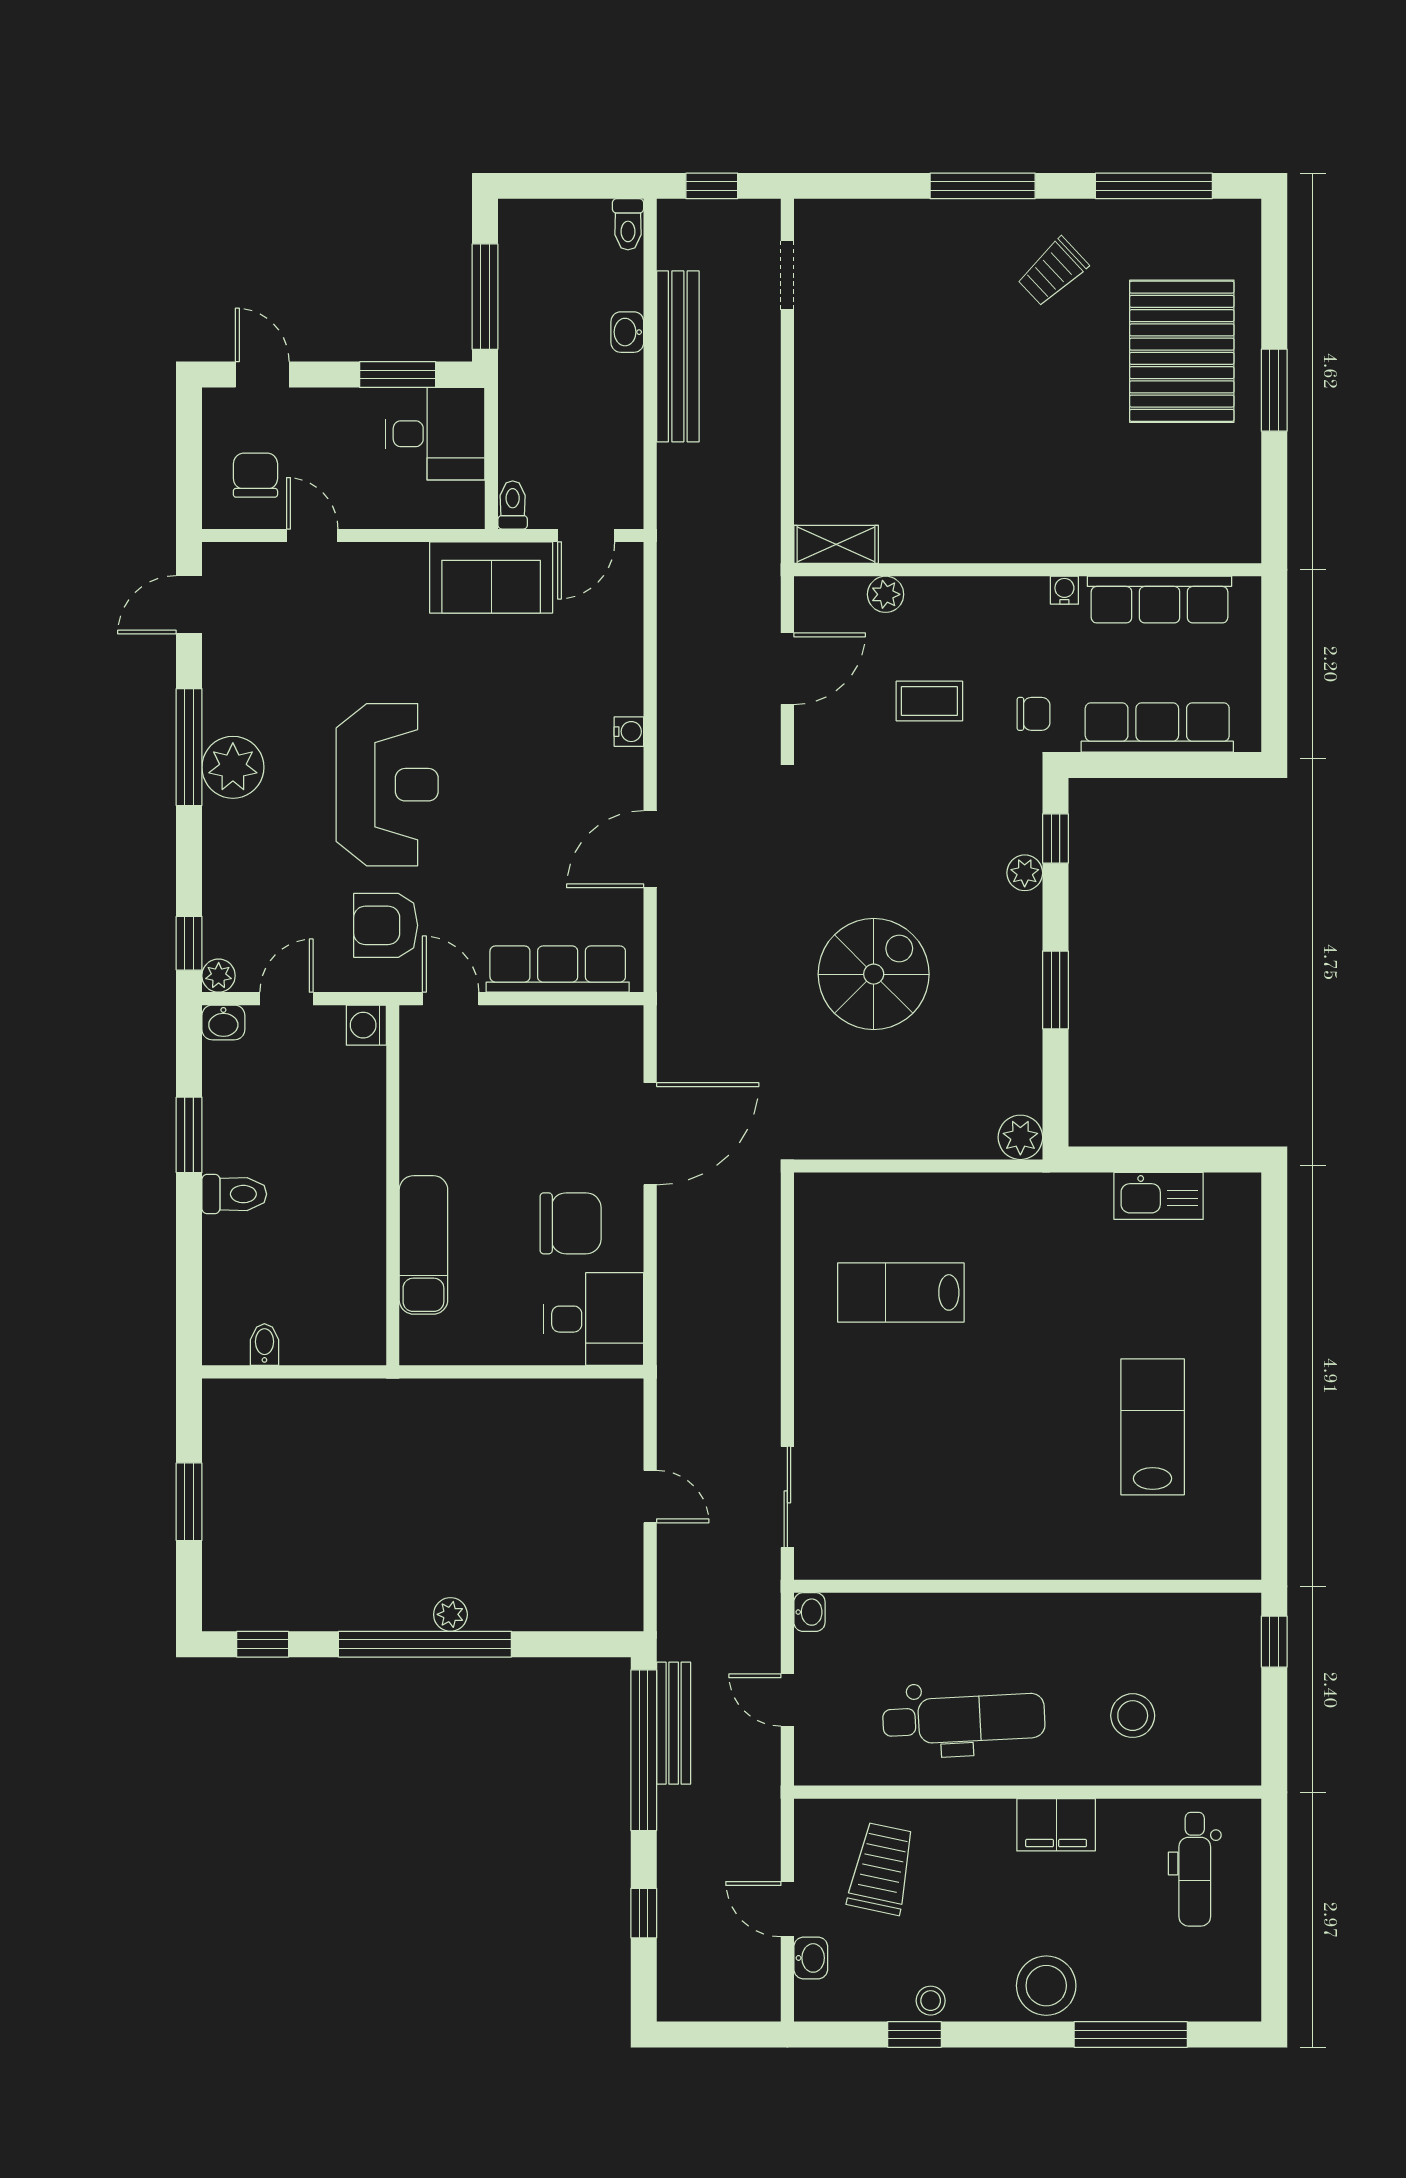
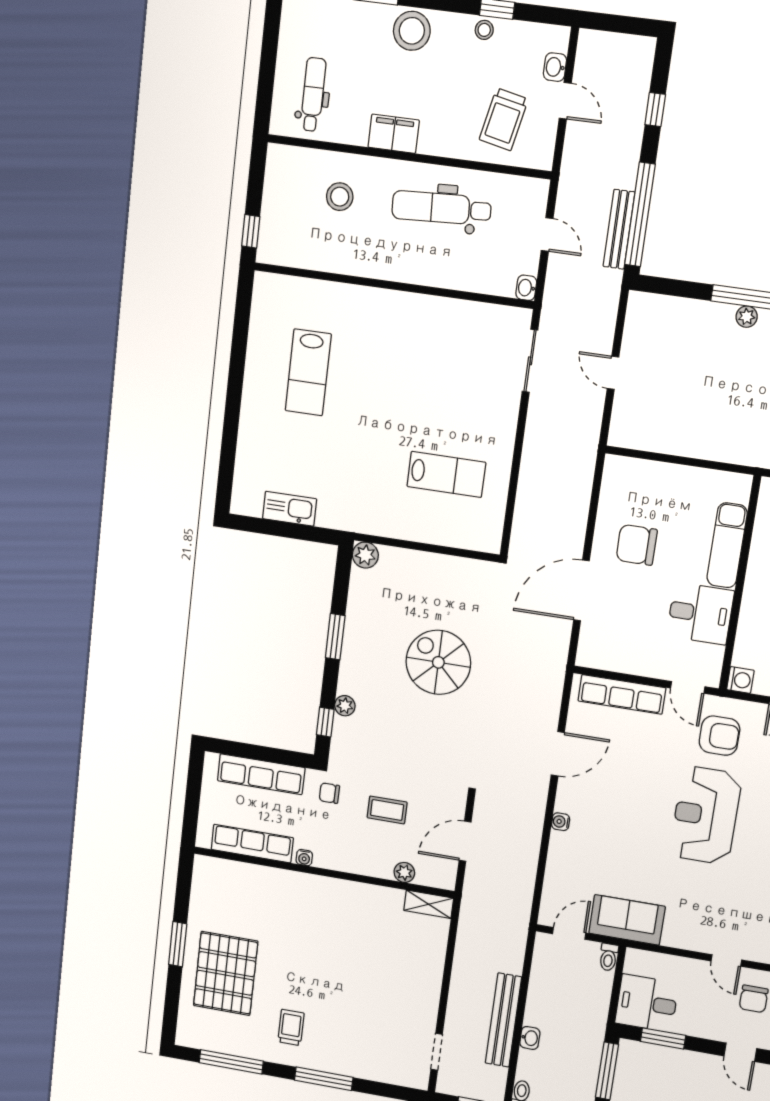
trolley: (1053, 272) -> (291, 1027), turned -47
spiral stairs: (874, 974) -> (438, 662), turned 90
desk: (594, 1319) -> (700, 613), moved, turned 180

